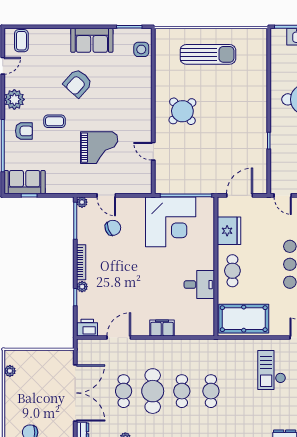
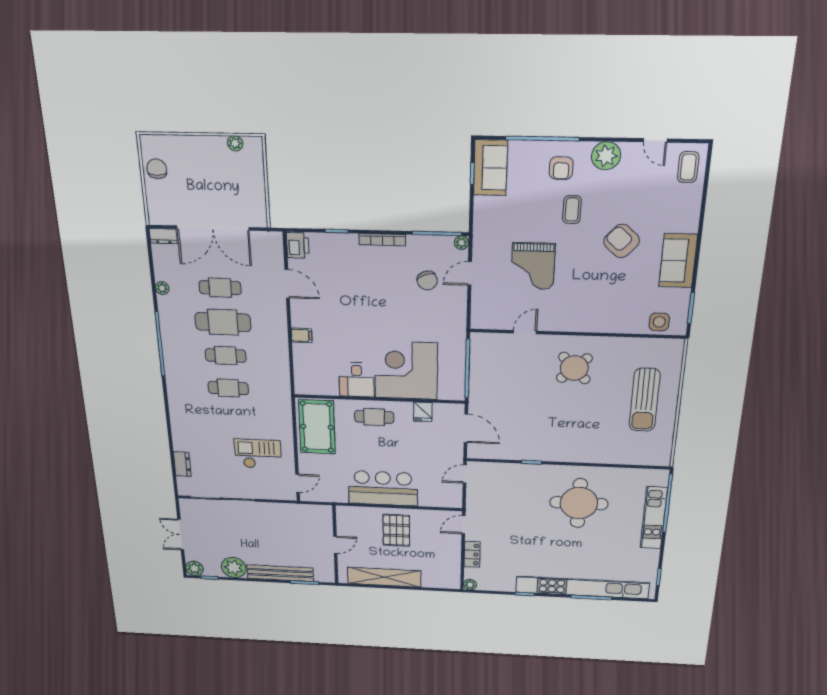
coffee table: (21, 41) -> (688, 167), turned 90
corner desk: (171, 222) -> (406, 370), moved, turned 90
fridge: (229, 231) -> (423, 412), width x0.53, depth x0.75
plant: (82, 287) -> (351, 240), removed
filing cabinet: (162, 328) -> (302, 335), width x0.50

